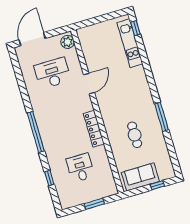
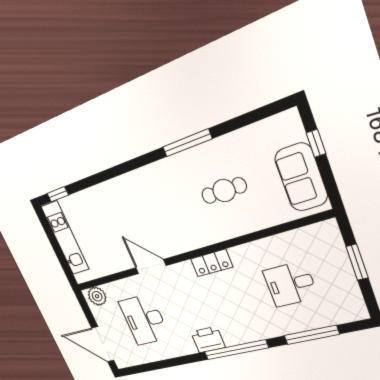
kitchen unit: (130, 43) -> (65, 238), moved, turned -90
printer: (41, 115) -> (208, 340), added
locker: (94, 129) -> (212, 263), width x0.66
window: (49, 178) -> (311, 335), width x2.17

